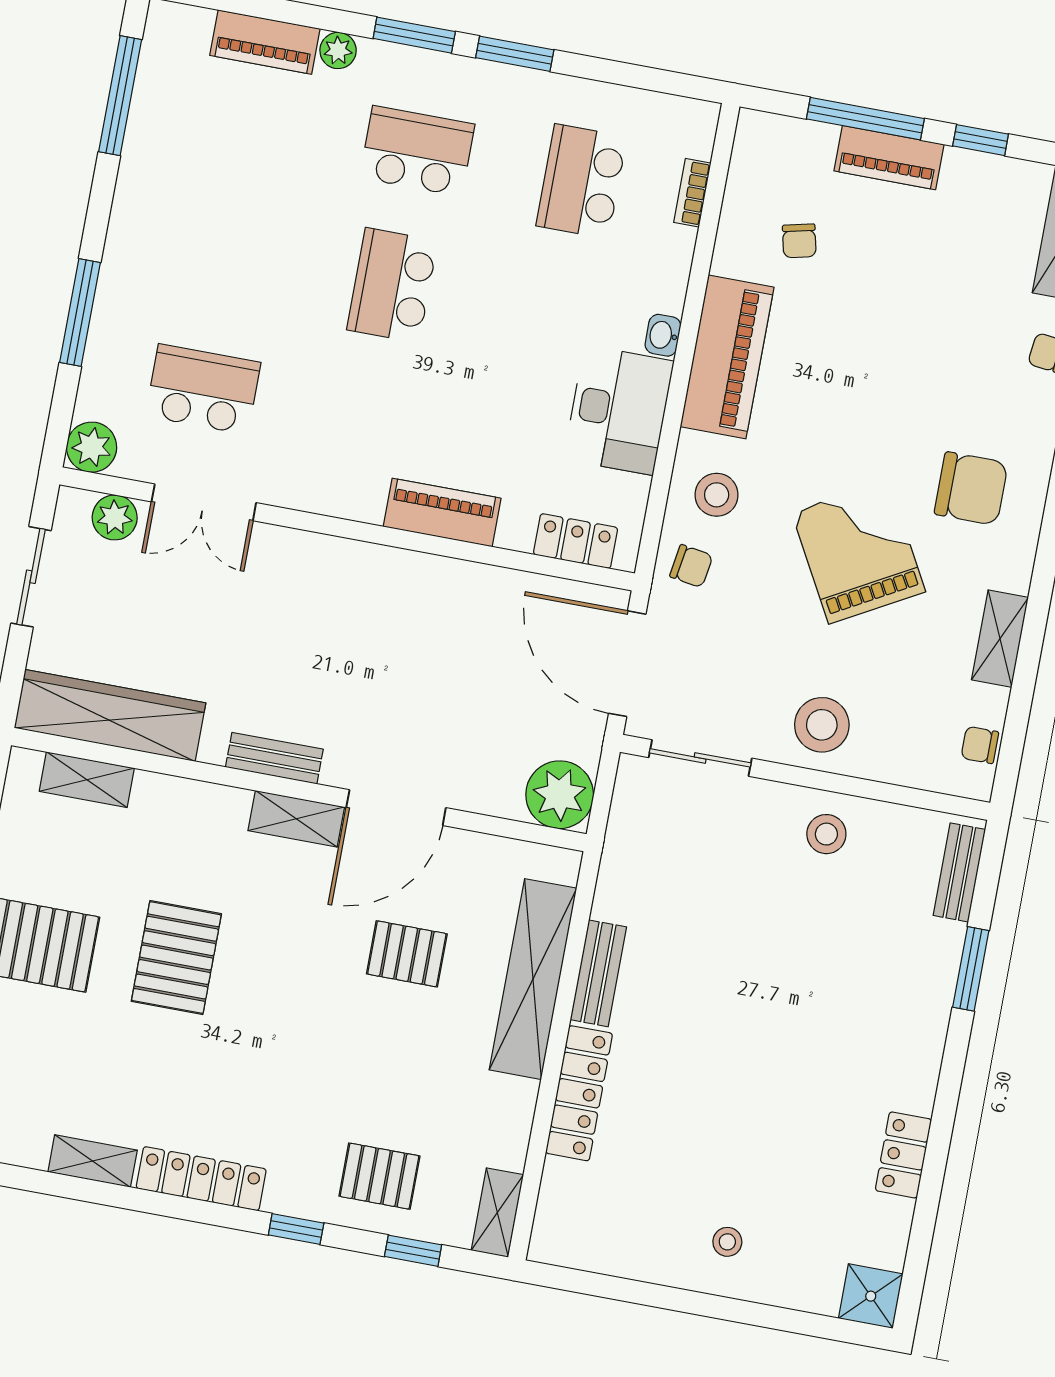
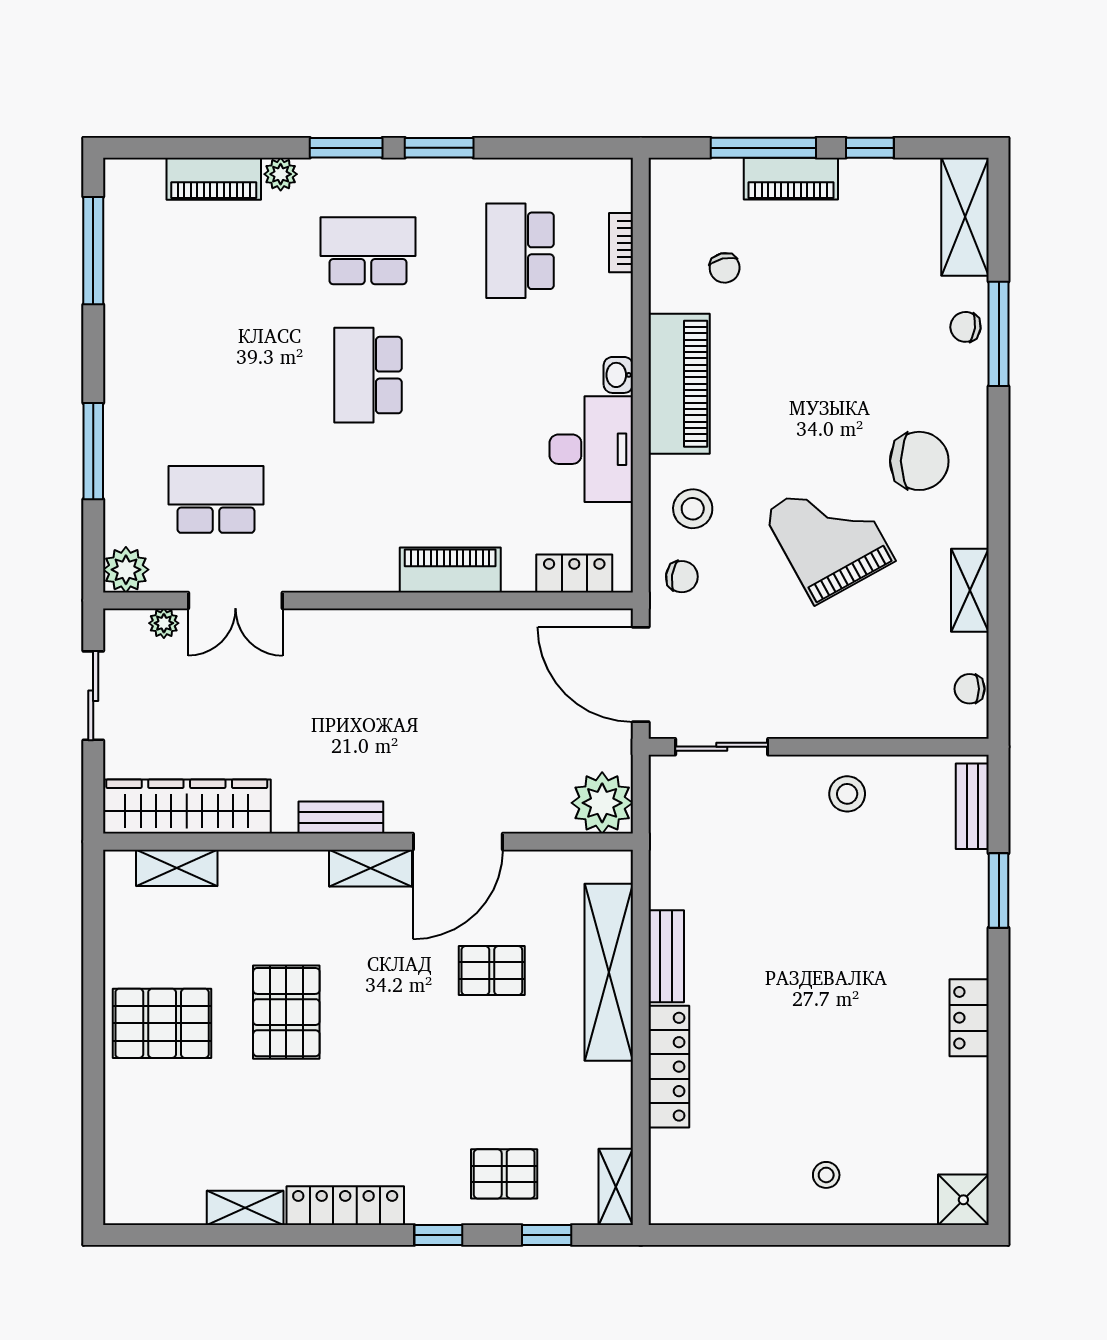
plant: (115, 517) -> (164, 623), width x0.73, depth x0.73
stool: (822, 725) -> (825, 697), removed
locker: (903, 1155) -> (969, 1018), moved

